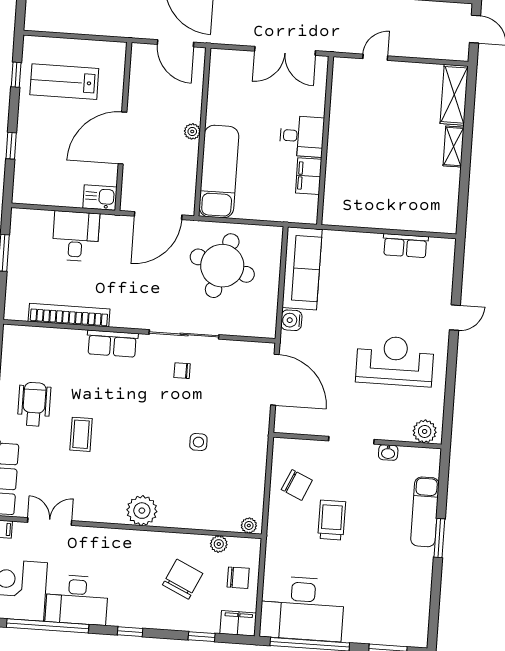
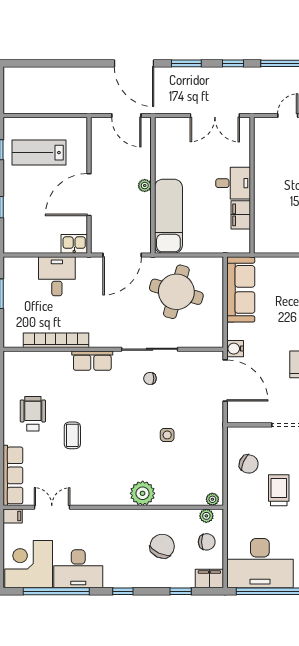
water cooler: (291, 320) -> (235, 349), moved
plant: (142, 511) -> (143, 493), moved
plant: (219, 544) -> (206, 516), moved

